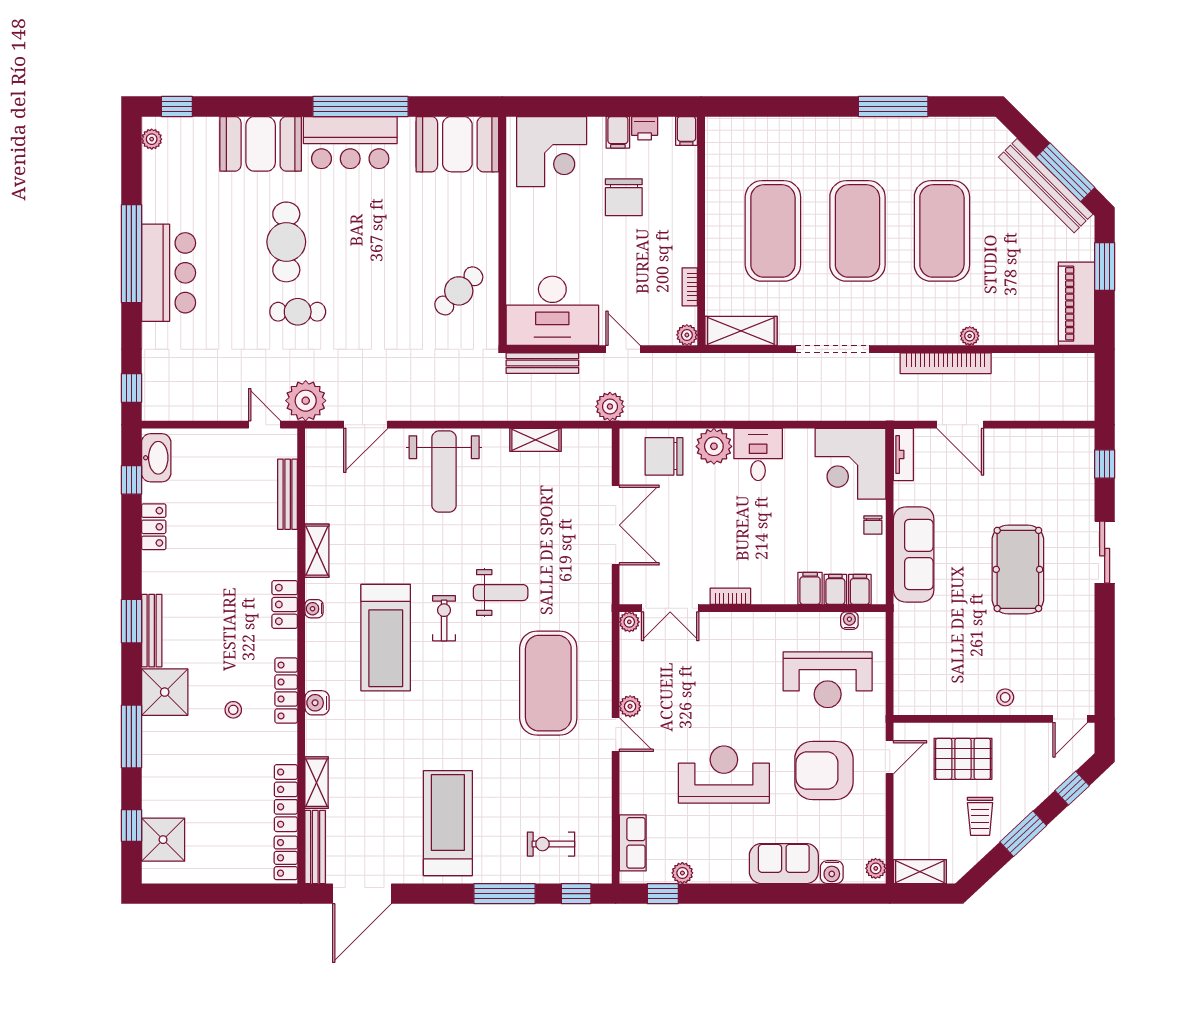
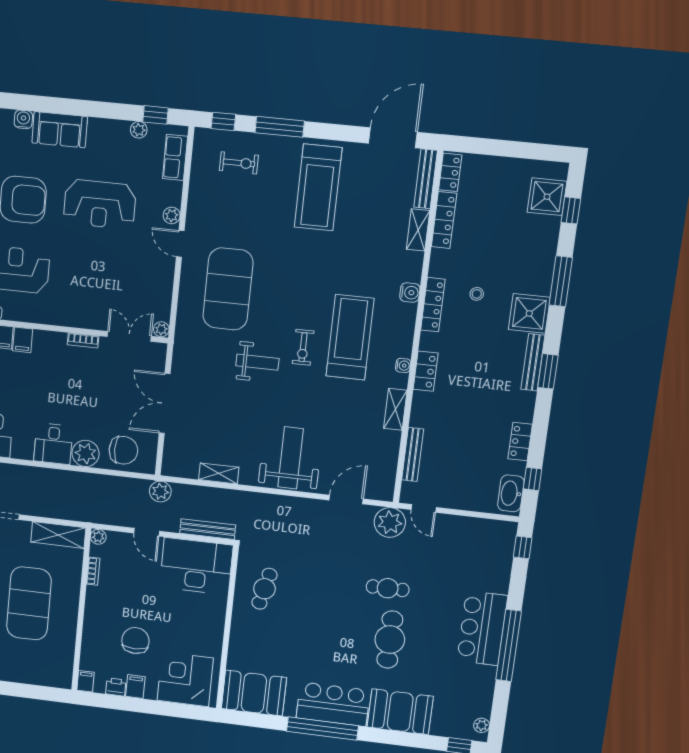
cafe table: (459, 291) -> (264, 589), turned -32
weight bench: (501, 593) -> (257, 362), turned 180
plant: (630, 706) -> (172, 215), moved

